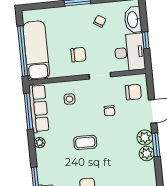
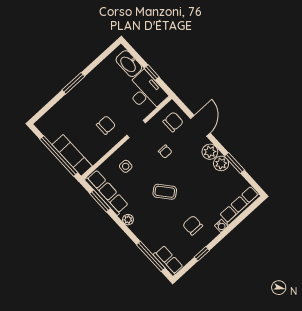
chair: (100, 21) -> (103, 85), removed
exam couch: (36, 50) -> (72, 155), width x0.73, depth x0.69
window: (28, 111) -> (100, 201), width x0.69
coffee table: (85, 142) -> (165, 192), turned 50
window: (156, 145) -> (234, 163), moved

